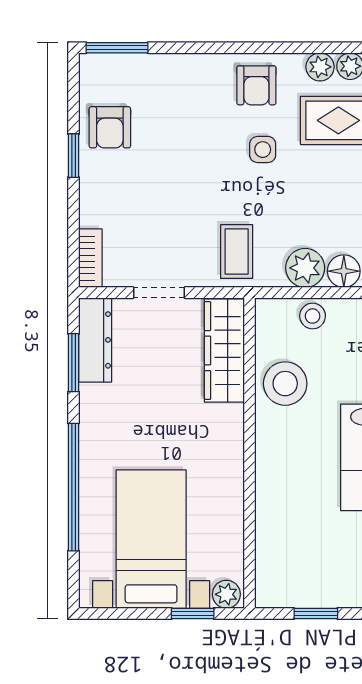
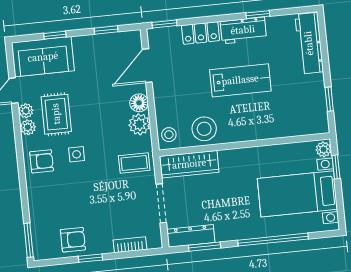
bookcase: (90, 258) -> (130, 245), moved
doorway: (159, 293) -> (161, 203), width x1.38
stool: (313, 316) -> (169, 135), moved

